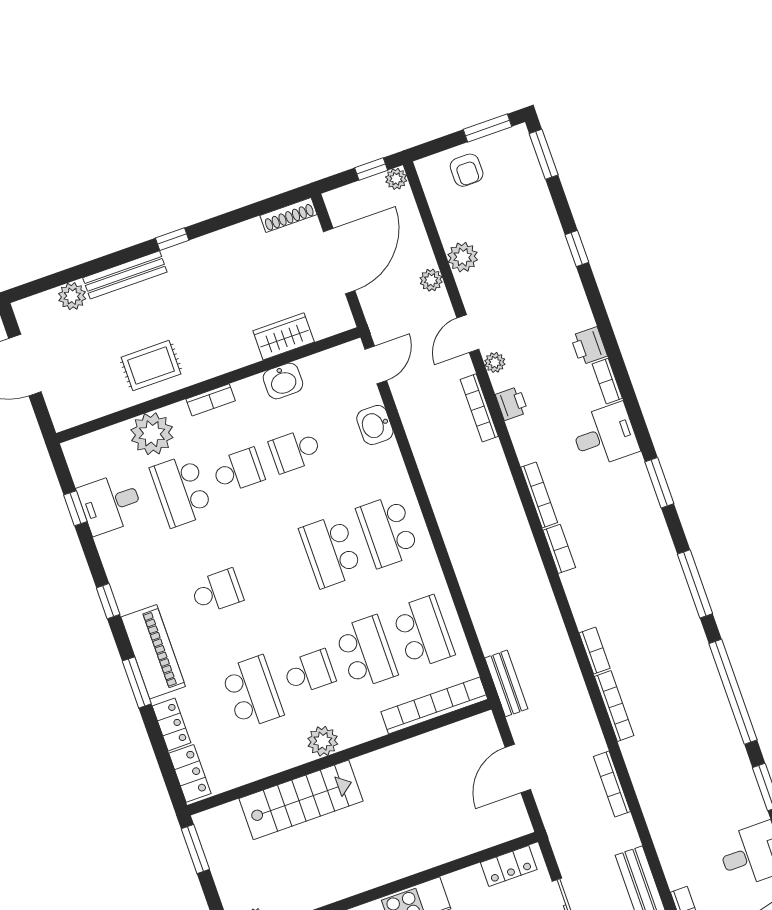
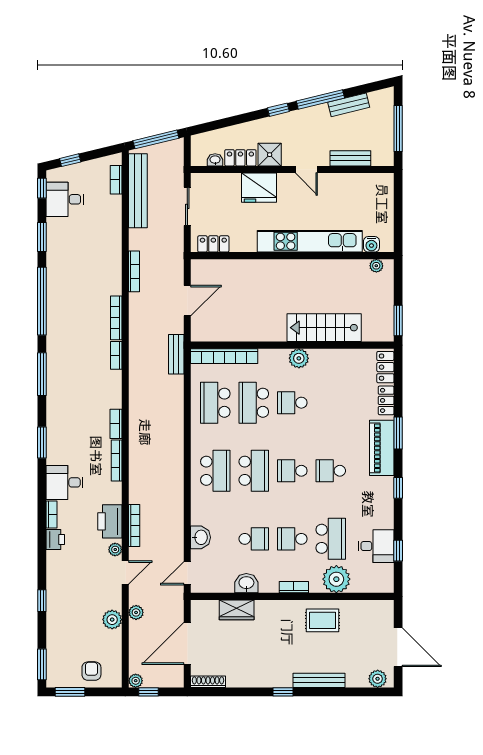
plant: (72, 296) -> (378, 679), moved
printer: (512, 403) -> (110, 521), width x1.87, depth x1.48
school desk: (252, 692) -> (292, 471), moved, width x0.54

